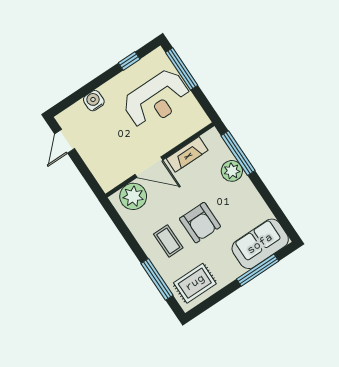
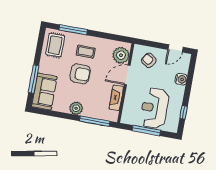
window: (182, 69) -> (146, 131), moved
door: (65, 141) -> (176, 48), swing flipped
armchair: (108, 159) -> (149, 60), added
plant: (232, 171) -> (76, 108), moved
armchair: (200, 223) -> (80, 74), turned 180

